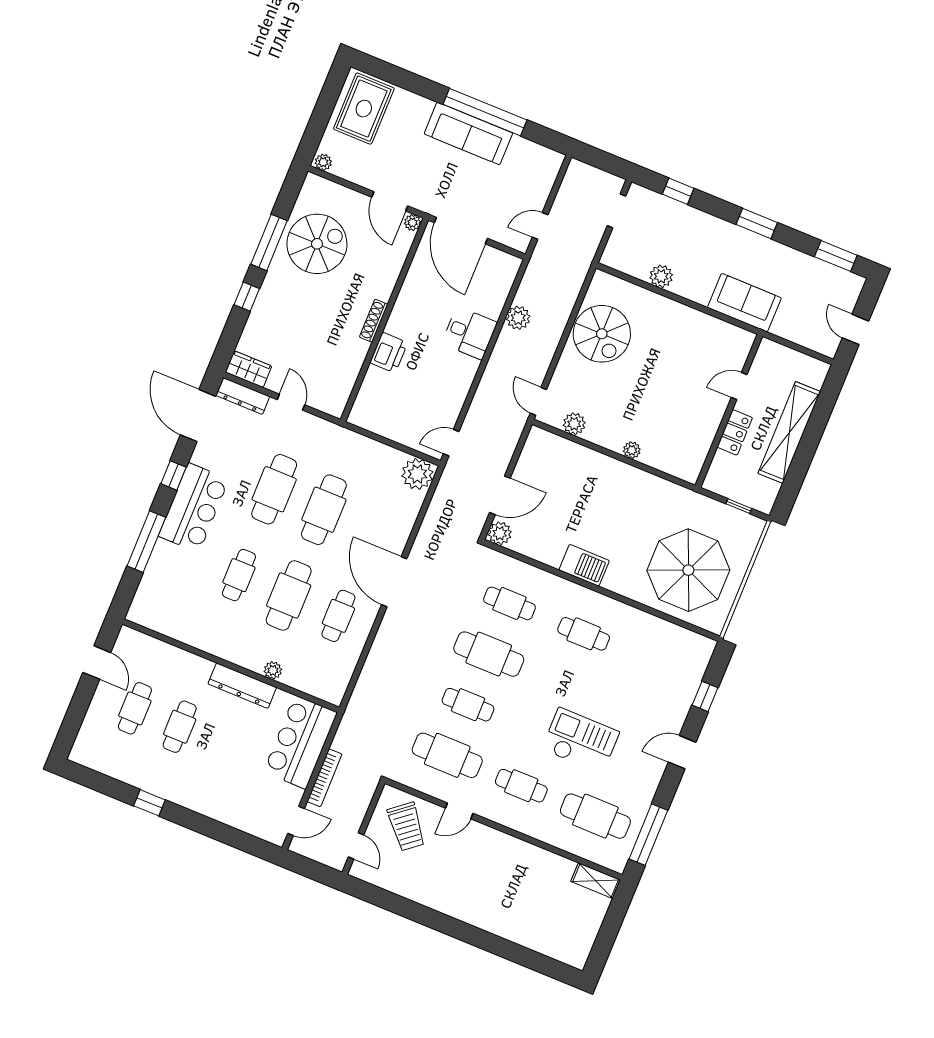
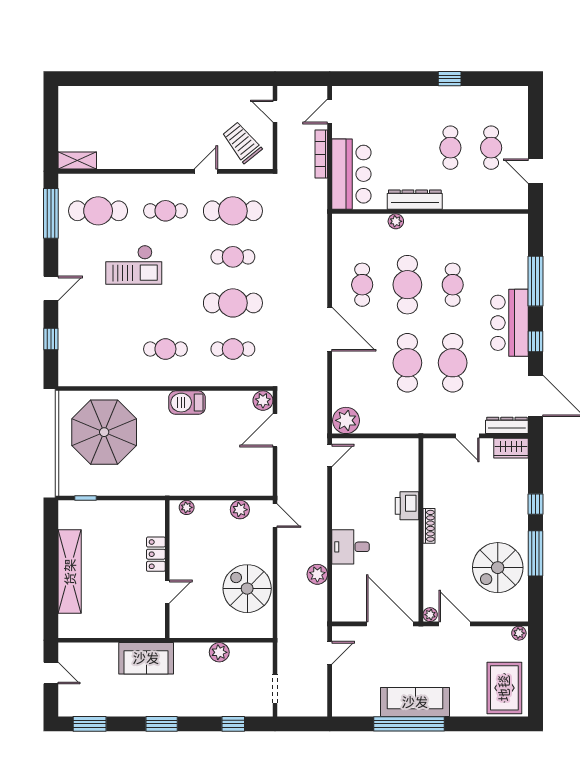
door: (739, 386) -> (167, 592), moved
wall: (729, 411) -> (167, 569), moved
locker: (735, 432) -> (156, 554), moved

